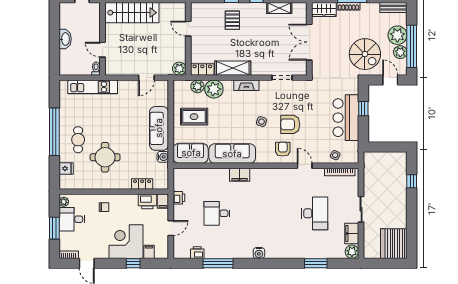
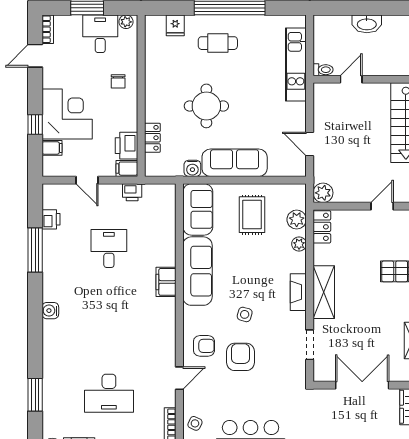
shelving: (233, 68) -> (324, 292), moved
plant: (214, 89) -> (299, 244), width x0.53, depth x0.53
round table: (105, 157) -> (206, 106), moved

